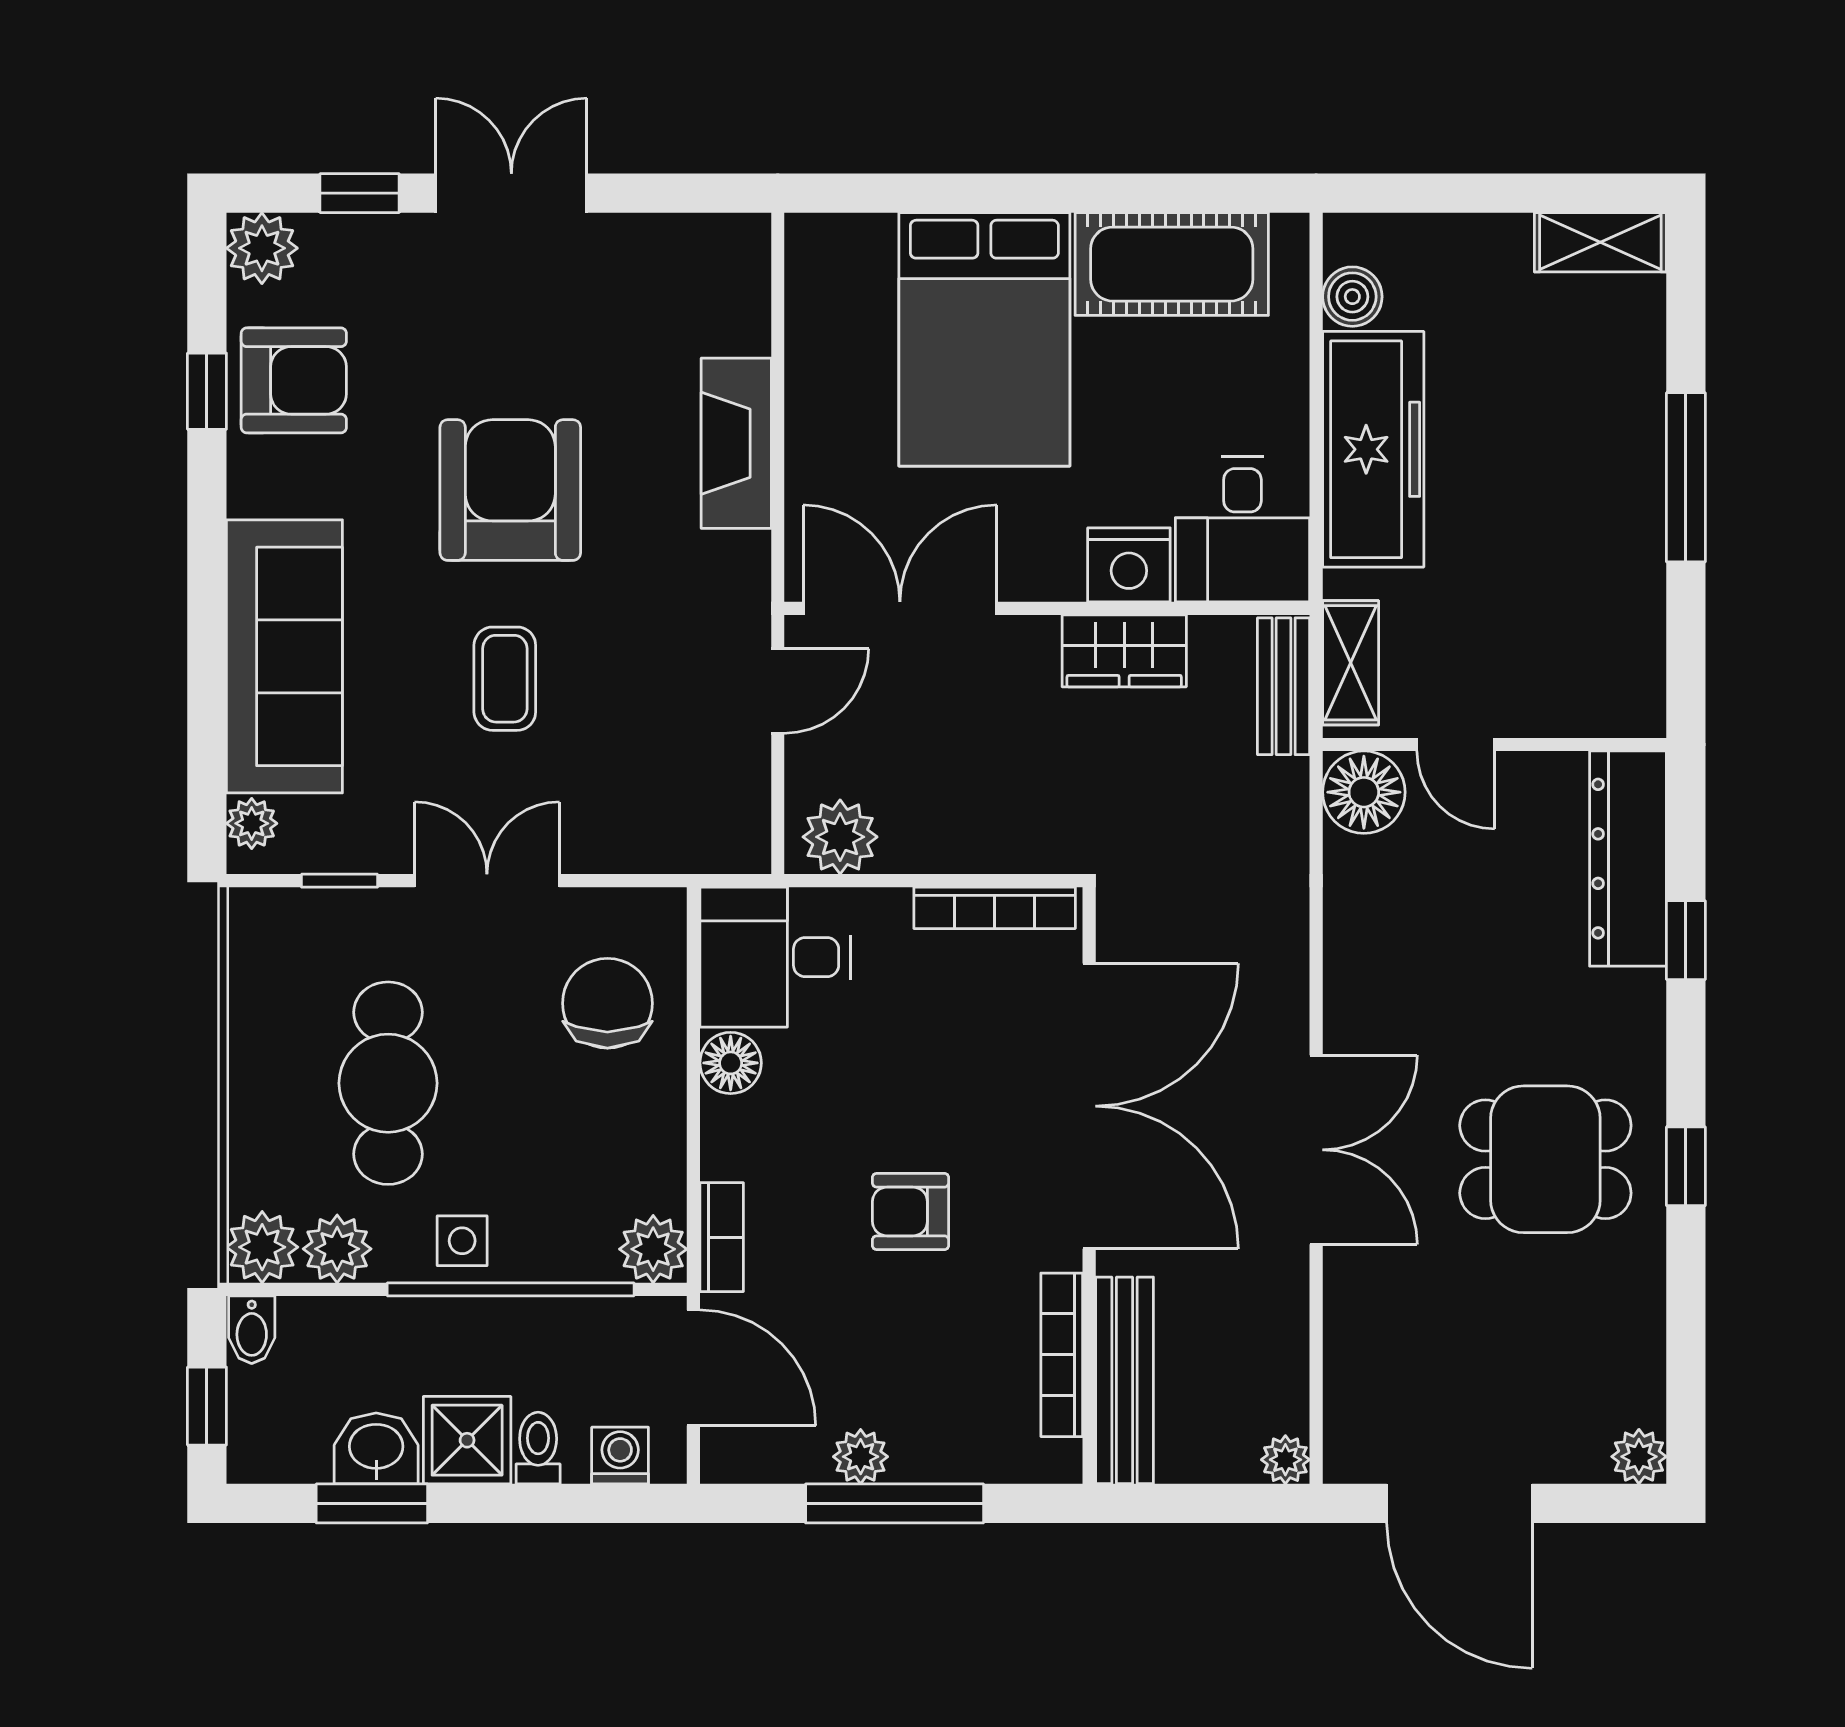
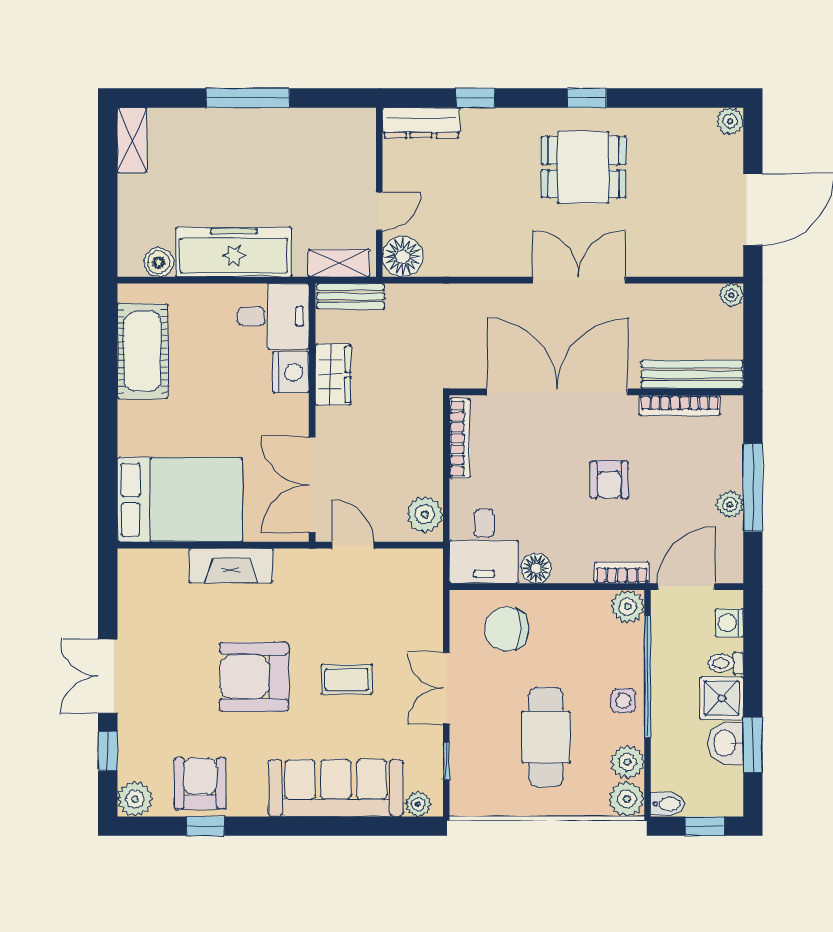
bed: (984, 339) -> (180, 500), moved
dresser: (1628, 859) -> (421, 123), width x0.73, depth x0.80
cafe table: (388, 1083) -> (546, 737), turned 90
dining table: (1545, 1159) -> (583, 167), turned 90

